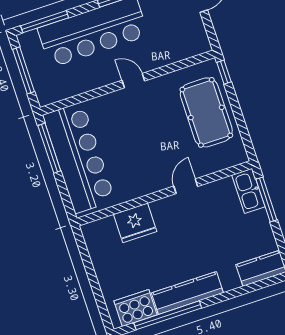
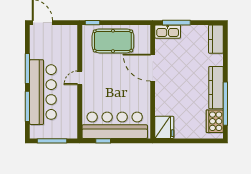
window: (45, 22) -> (27, 106), moved
window: (49, 148) -> (103, 141), width x0.46
door: (186, 186) -> (153, 68), width x1.87
fridge: (135, 223) -> (164, 127), moved

